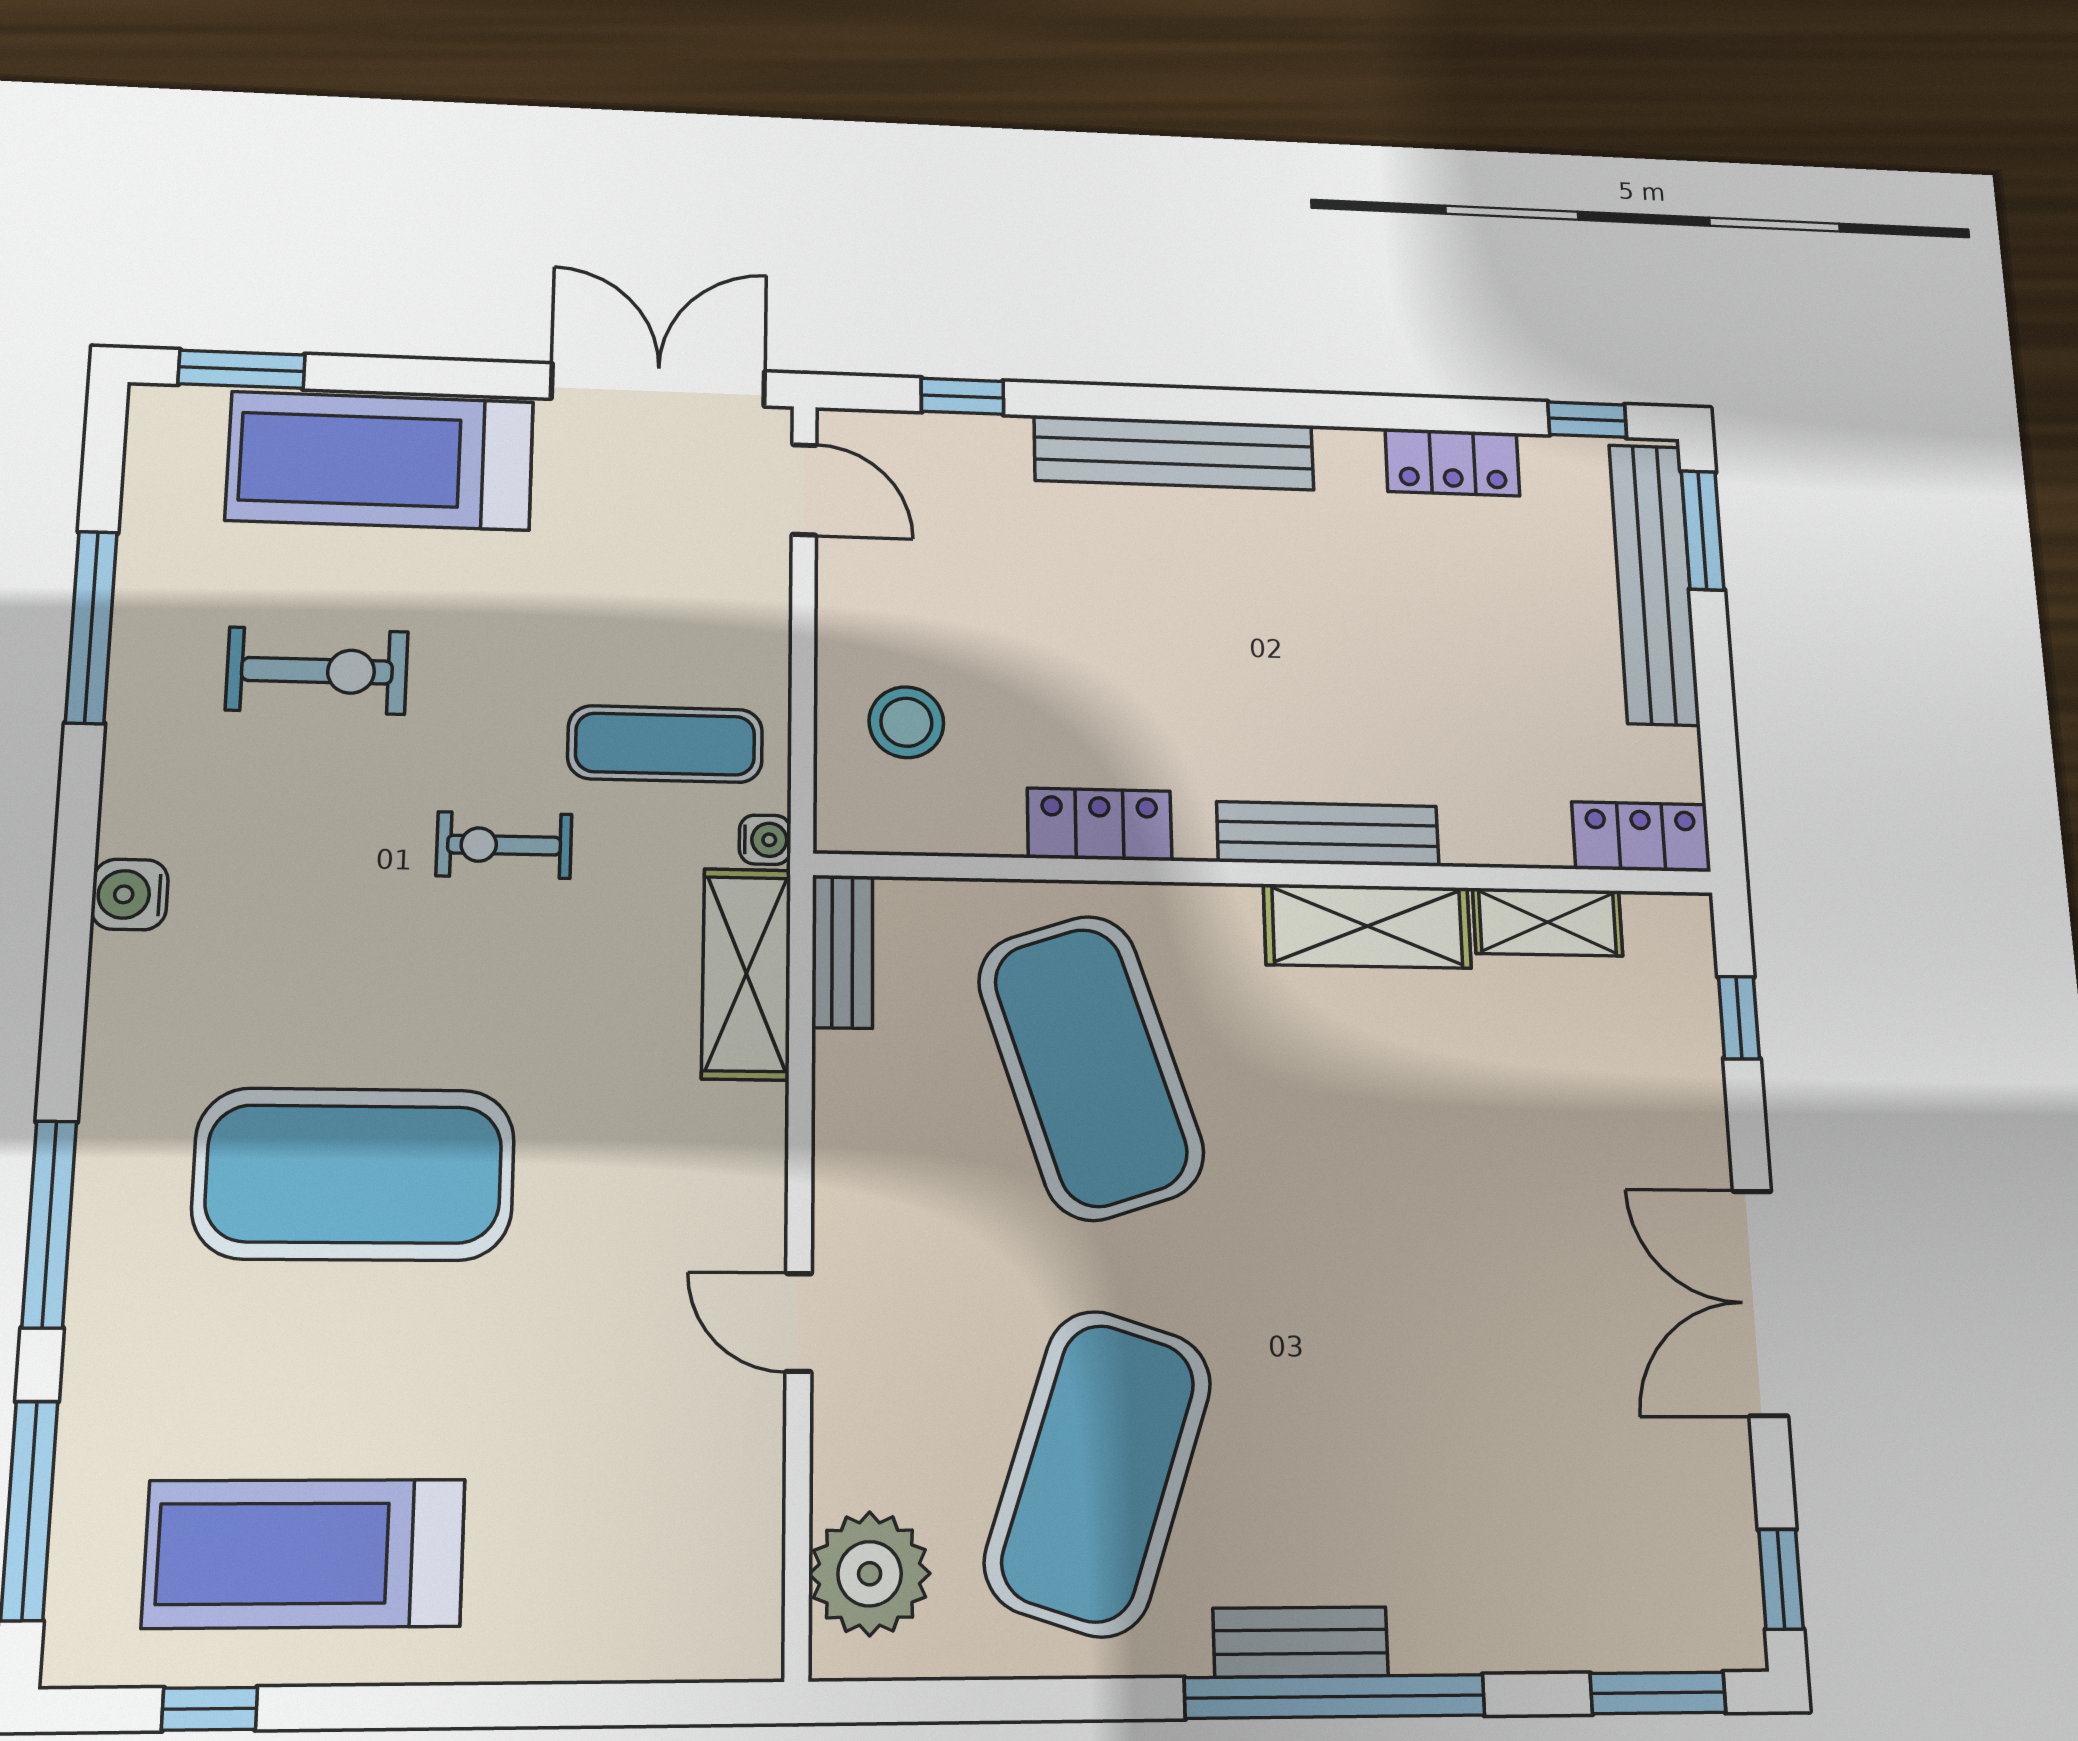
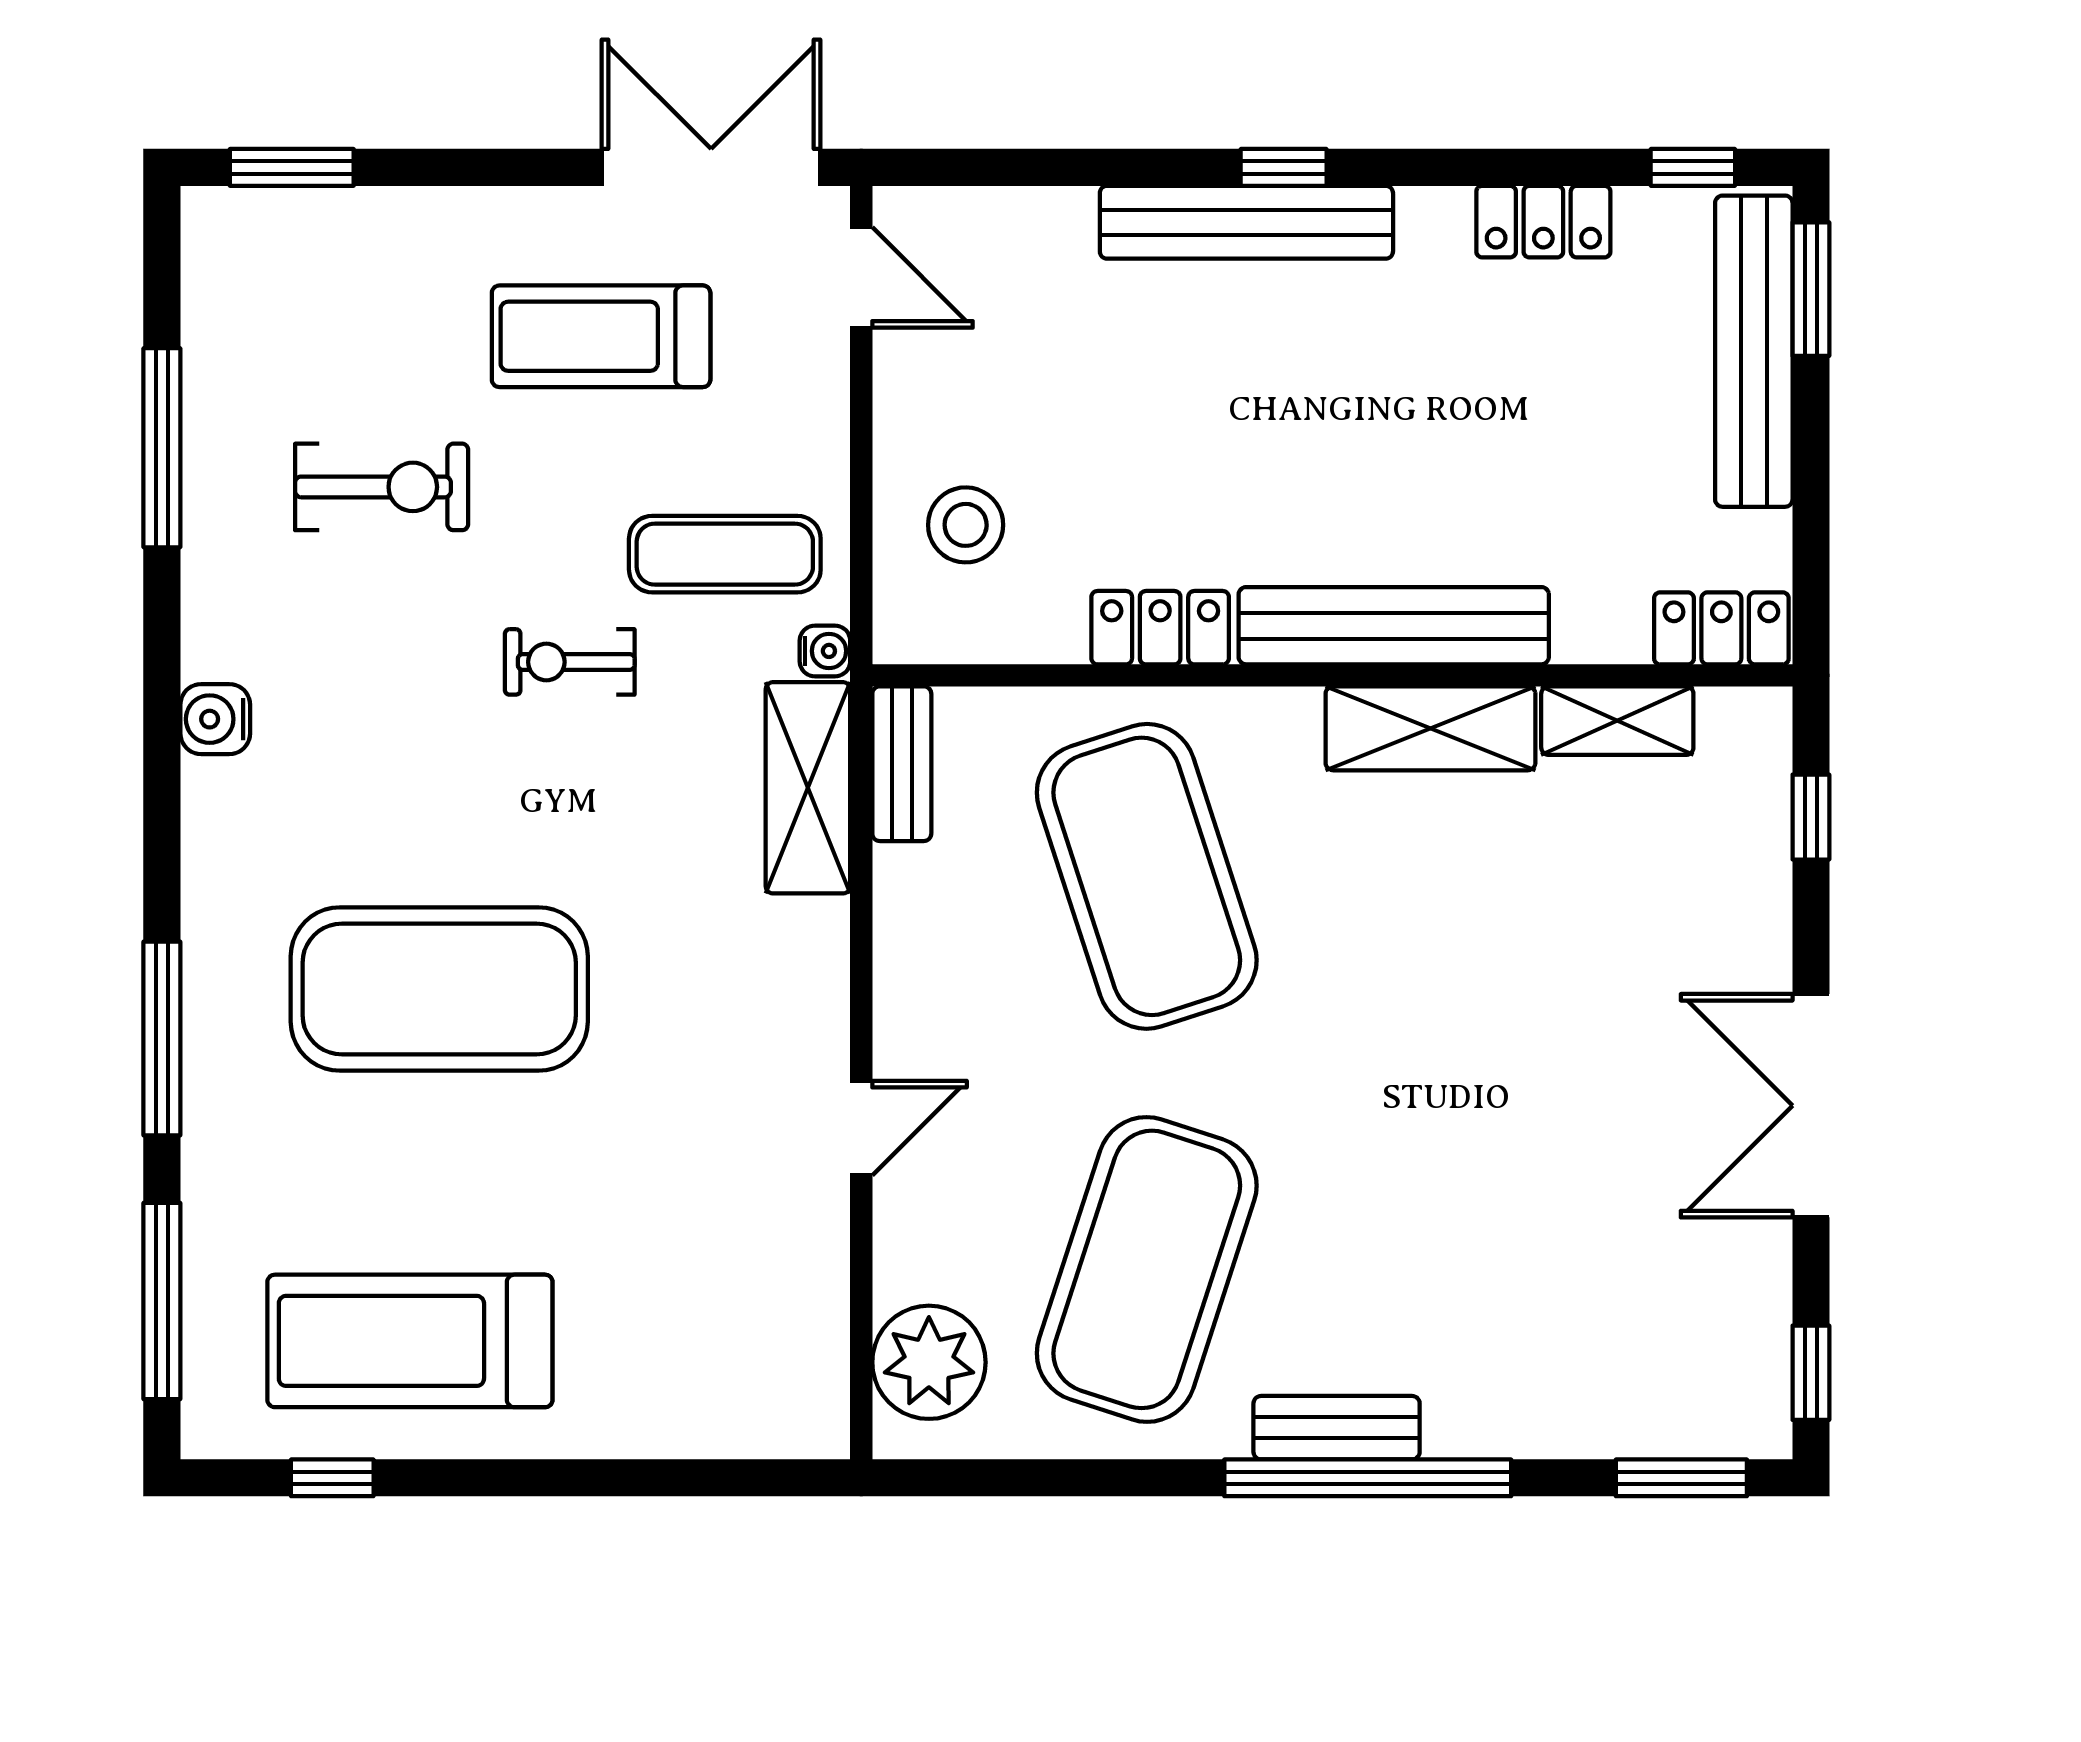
window: (962, 396) -> (1284, 167), moved
treadmill: (380, 461) -> (601, 336), moved, width x0.73, depth x0.73
bench: (1328, 834) -> (1394, 626), width x1.37, depth x1.21
door: (799, 1322) -> (861, 1128), swing flipped

